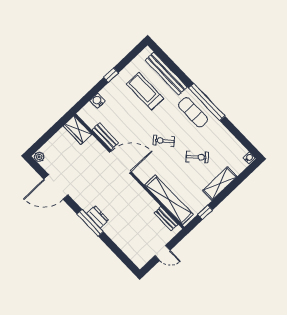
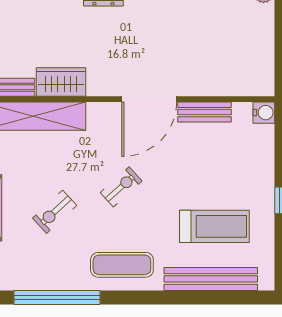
water cooler: (98, 101) -> (264, 113), moved
window: (207, 102) -> (57, 297), moved
wardrobe: (77, 130) -> (61, 82), moved

